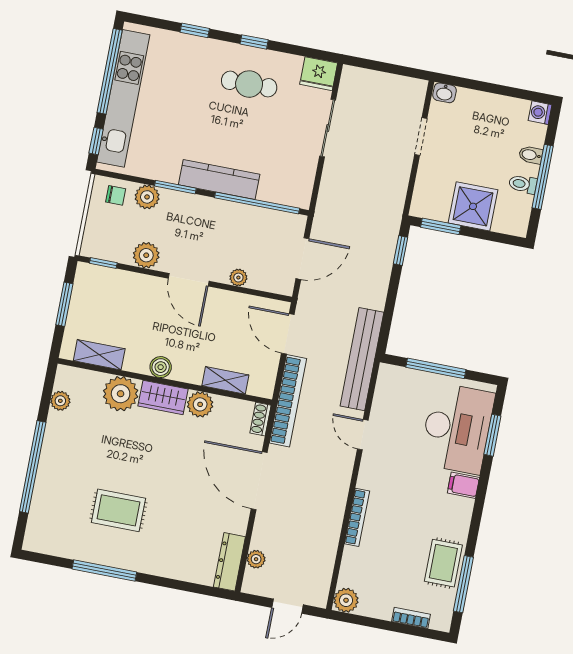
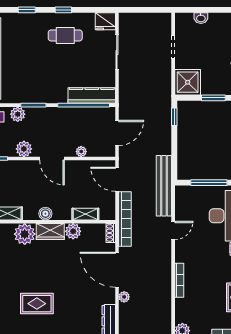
washbasin: (444, 93) -> (201, 18), moved
kitchen counter: (219, 180) -> (92, 96), moved
shower: (473, 206) -> (188, 82), moved
window: (441, 226) -> (213, 98), moved
door: (363, 435) -> (173, 230), swing flipped
plant: (256, 559) -> (124, 297), moved

